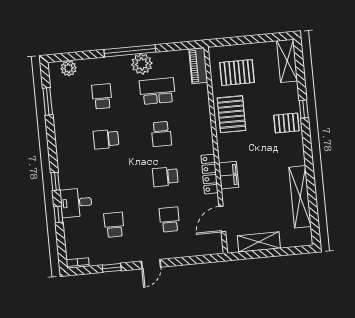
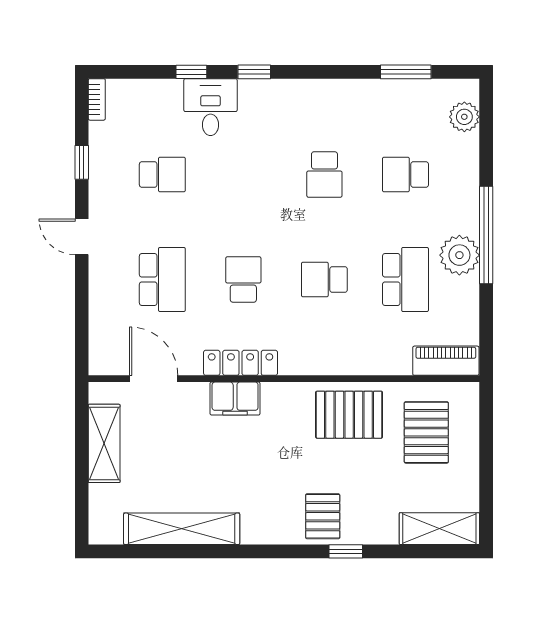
school desk: (102, 96) -> (405, 175), turned 180
school desk: (106, 139) -> (324, 175), turned 180
school desk: (169, 219) -> (162, 279), width x1.85

